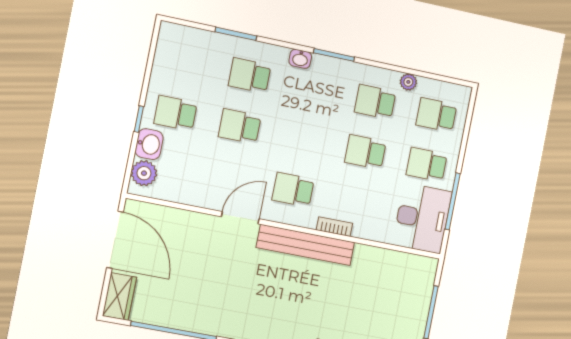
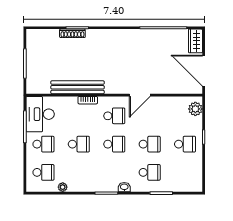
school desk: (375, 102) -> (114, 144), moved
washbasin: (149, 144) -> (196, 125), removed
bench: (305, 245) -> (78, 87), moved

